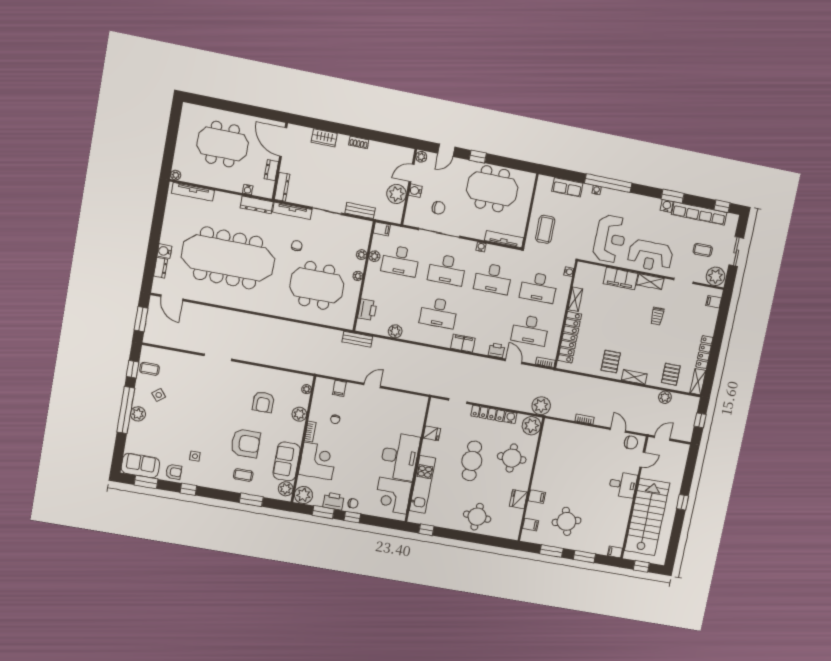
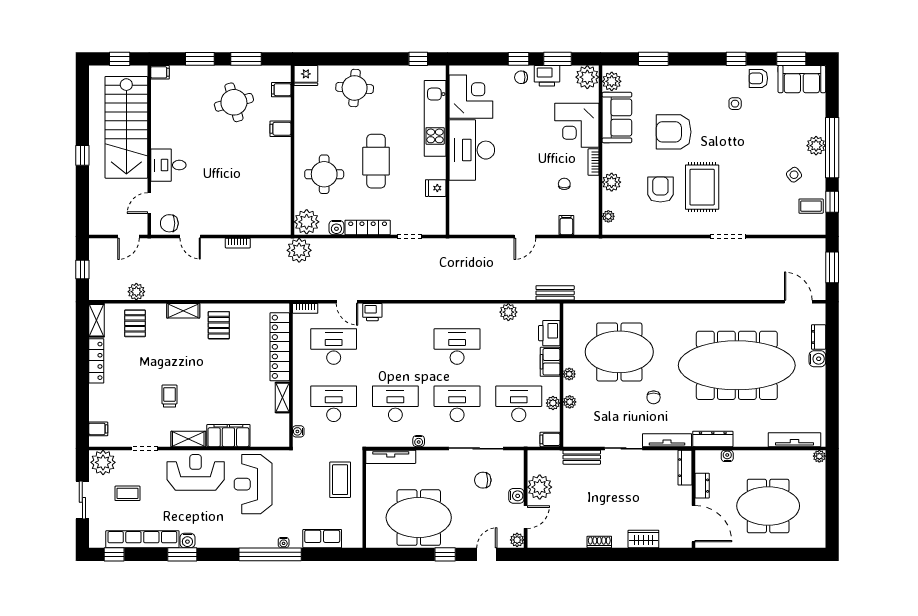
filing cabinet: (463, 343) -> (550, 362), moved, turned 90
rug: (231, 398) -> (702, 187), added
coffee table: (243, 475) -> (669, 90), removed
fridge: (518, 499) -> (306, 75), moved, turned 90

